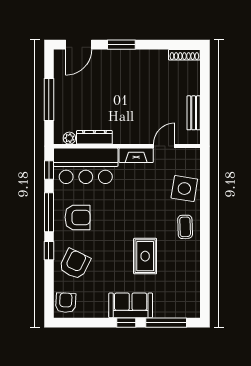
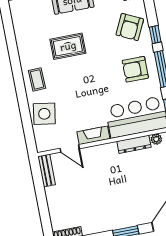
bench: (194, 113) -> (47, 171), moved
door: (164, 146) -> (70, 148), hinge flipped
rug: (145, 256) -> (68, 46), turned 90

